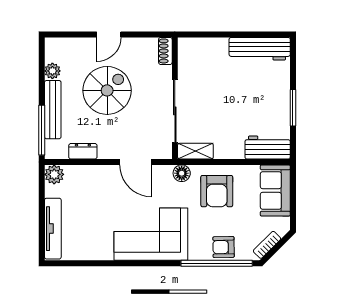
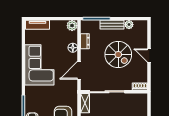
bench: (53, 110) -> (112, 25), width x0.73
floor lamp: (182, 173) -> (73, 48), moved
tv unit: (53, 229) -> (37, 25), width x0.71
corner sofa: (151, 234) -> (39, 65), moved

